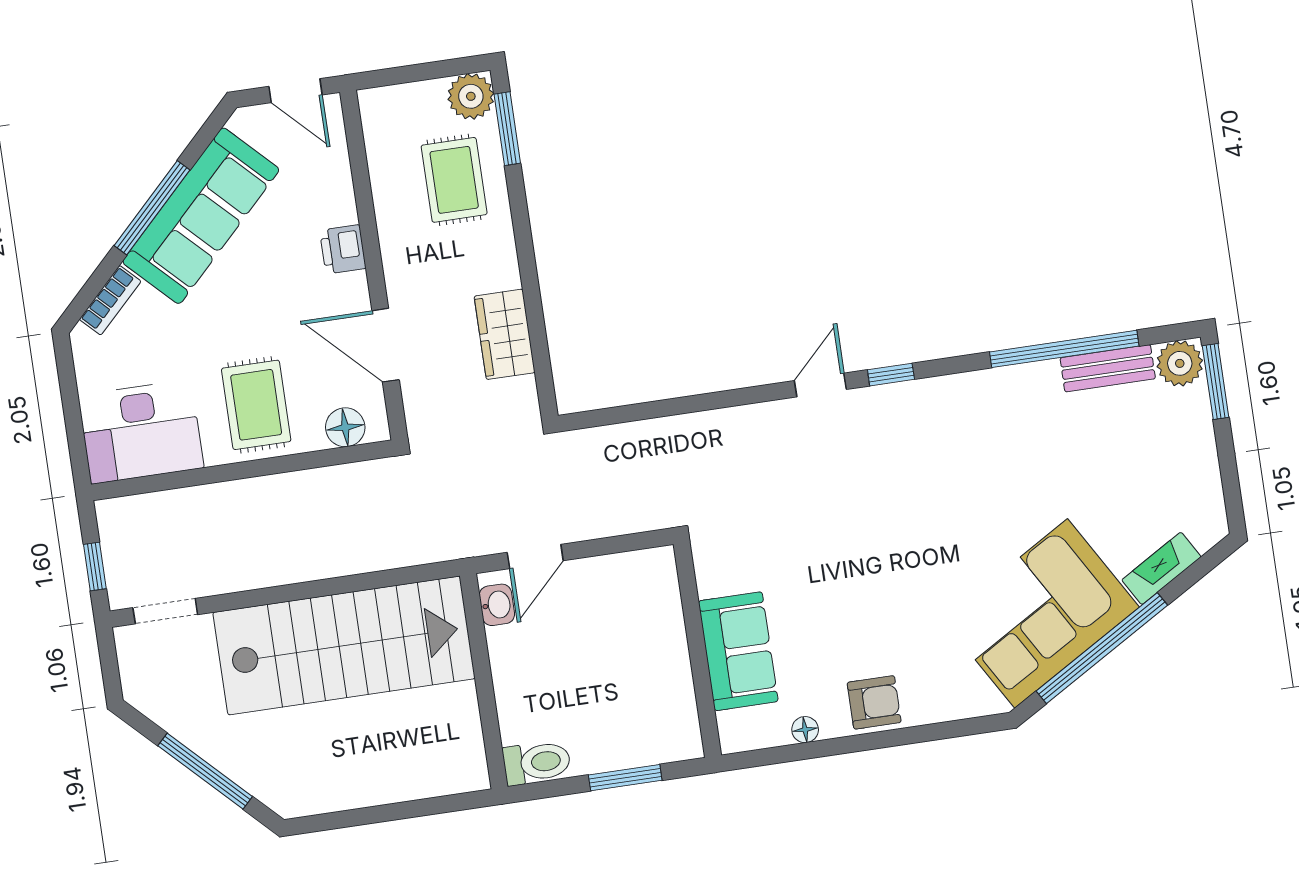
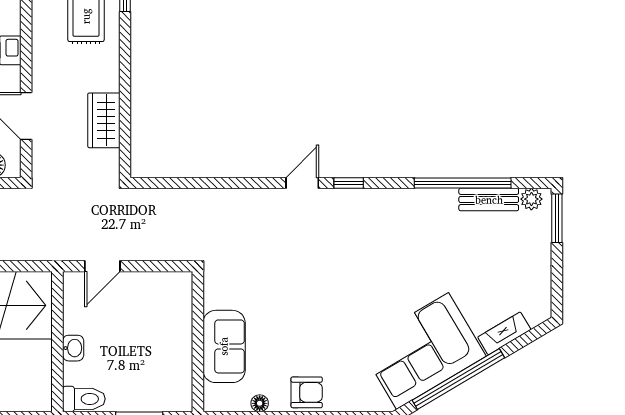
plant: (1180, 363) -> (531, 199), width x0.73, depth x0.73
washbasin: (497, 605) -> (73, 348), moved

